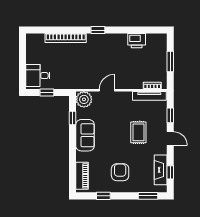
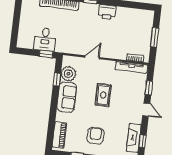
printer: (137, 41) -> (107, 12), moved
desk: (38, 76) -> (45, 39), moved, turned -90
window: (47, 93) -> (46, 54), moved
plant: (84, 99) -> (68, 74), moved
rug: (138, 132) -> (103, 95), moved

